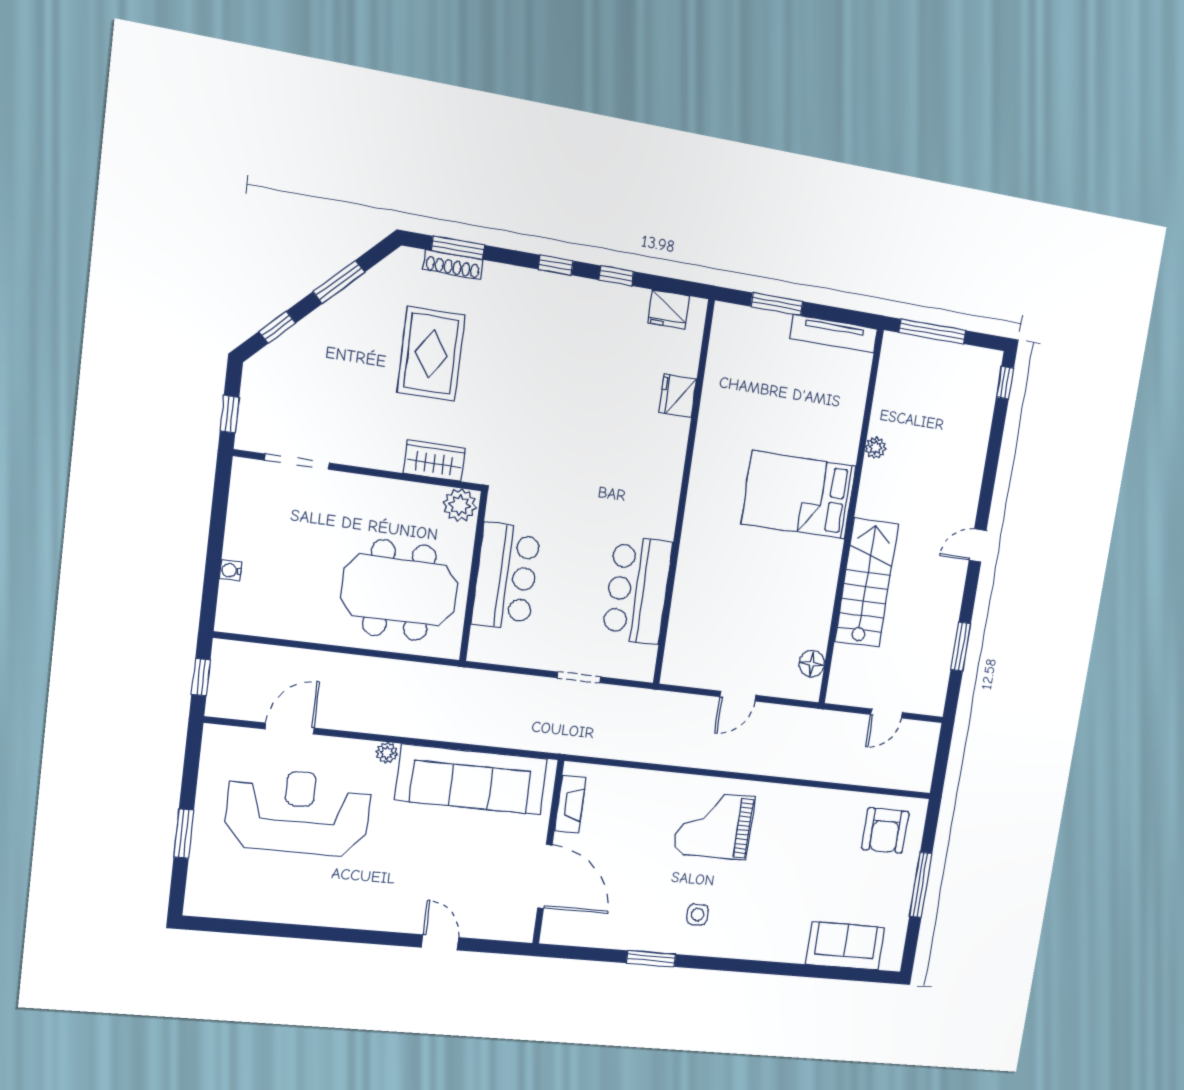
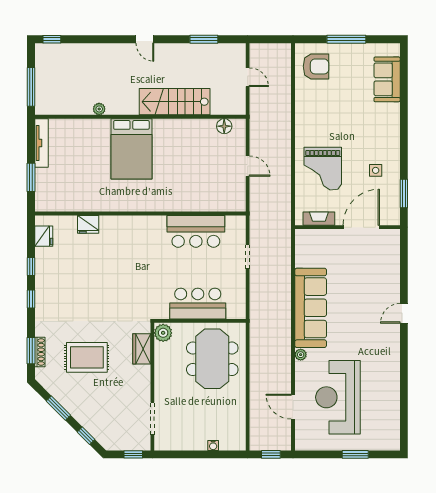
fireplace: (570, 804) -> (319, 219), moved
wall: (548, 852) -> (347, 227), moved
door: (545, 877) -> (361, 227), moved

